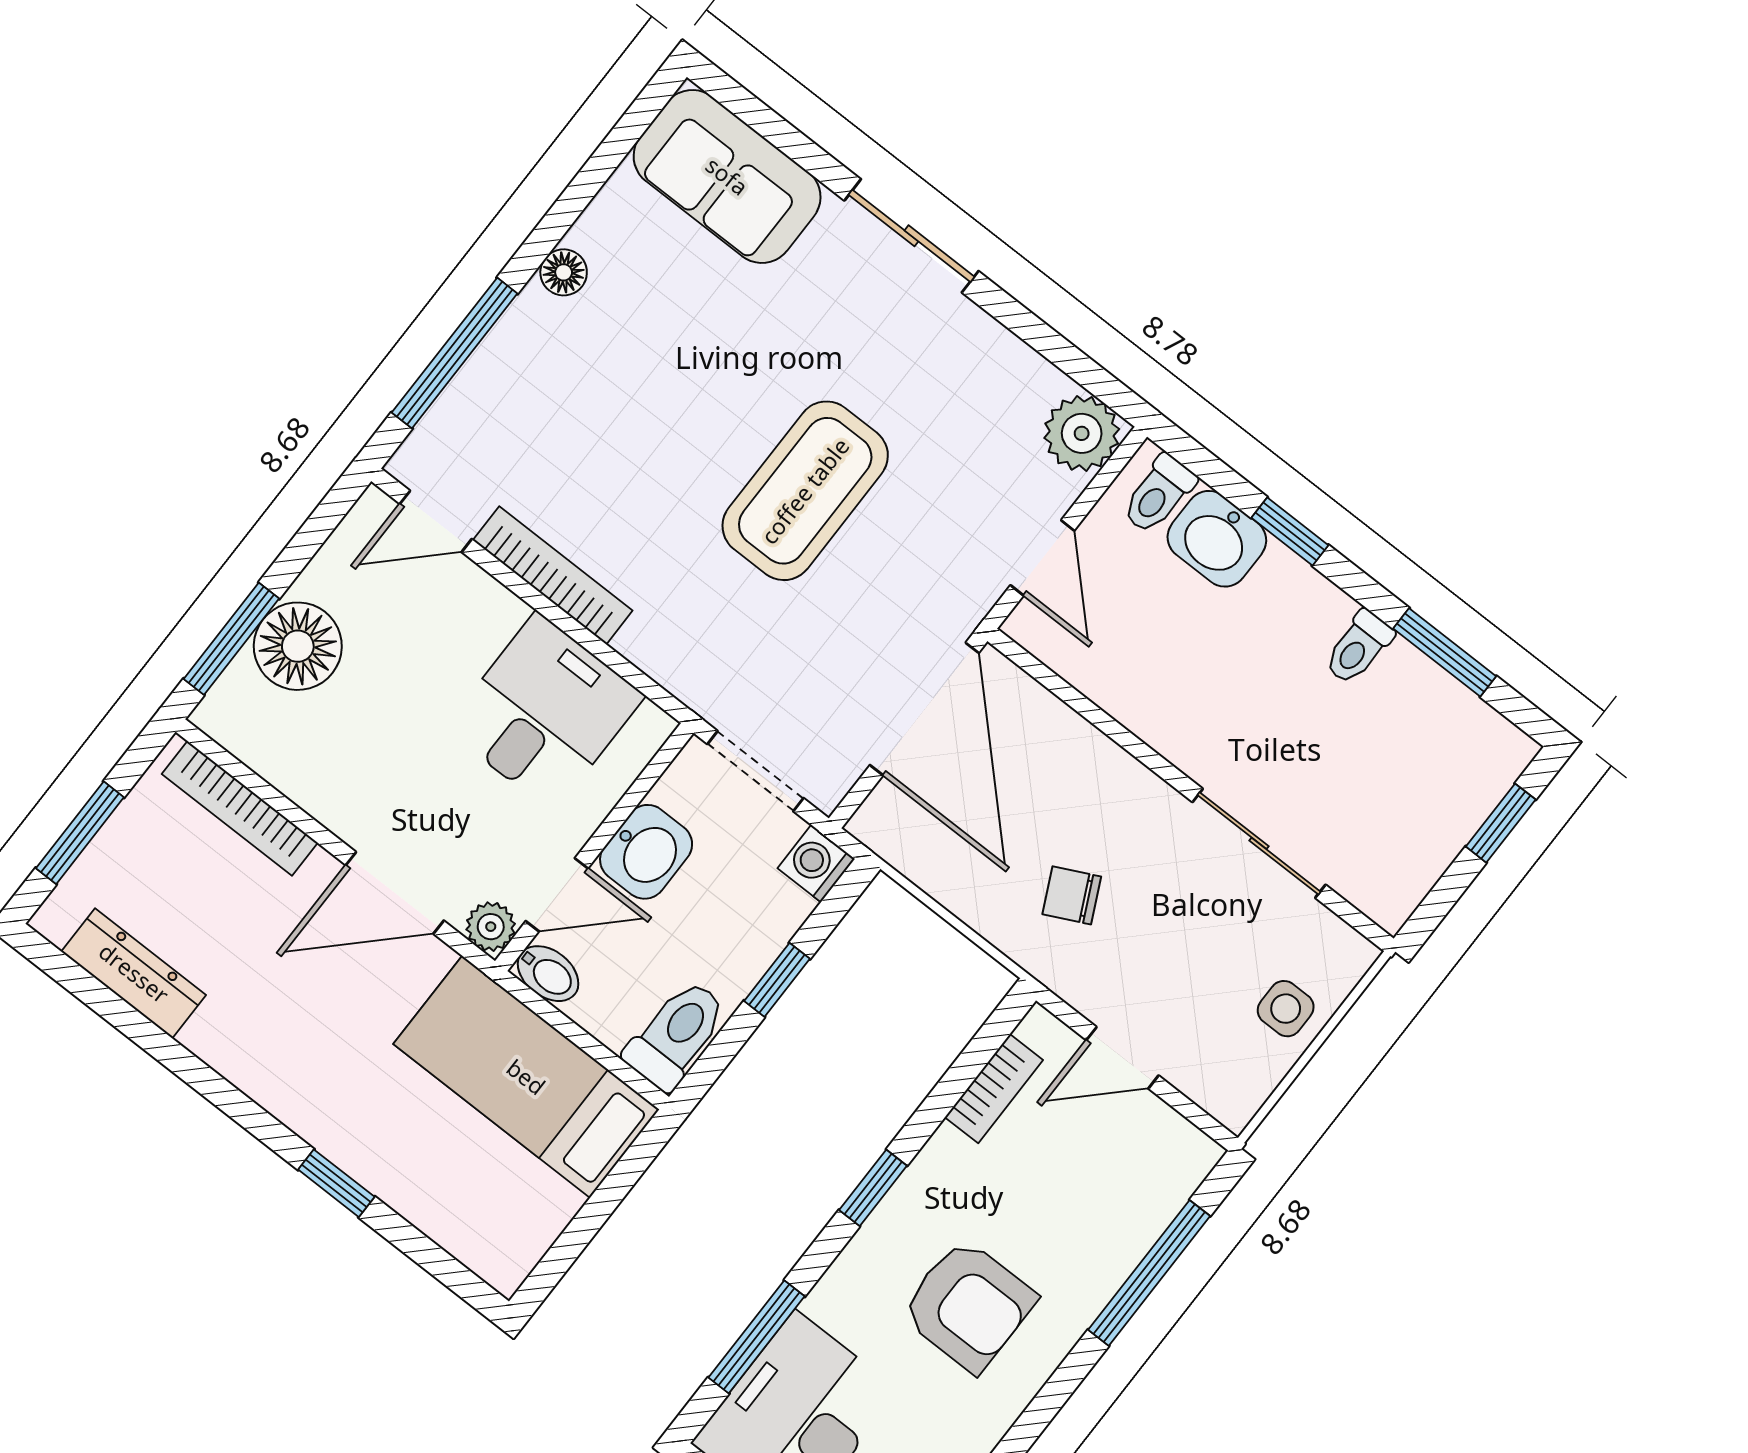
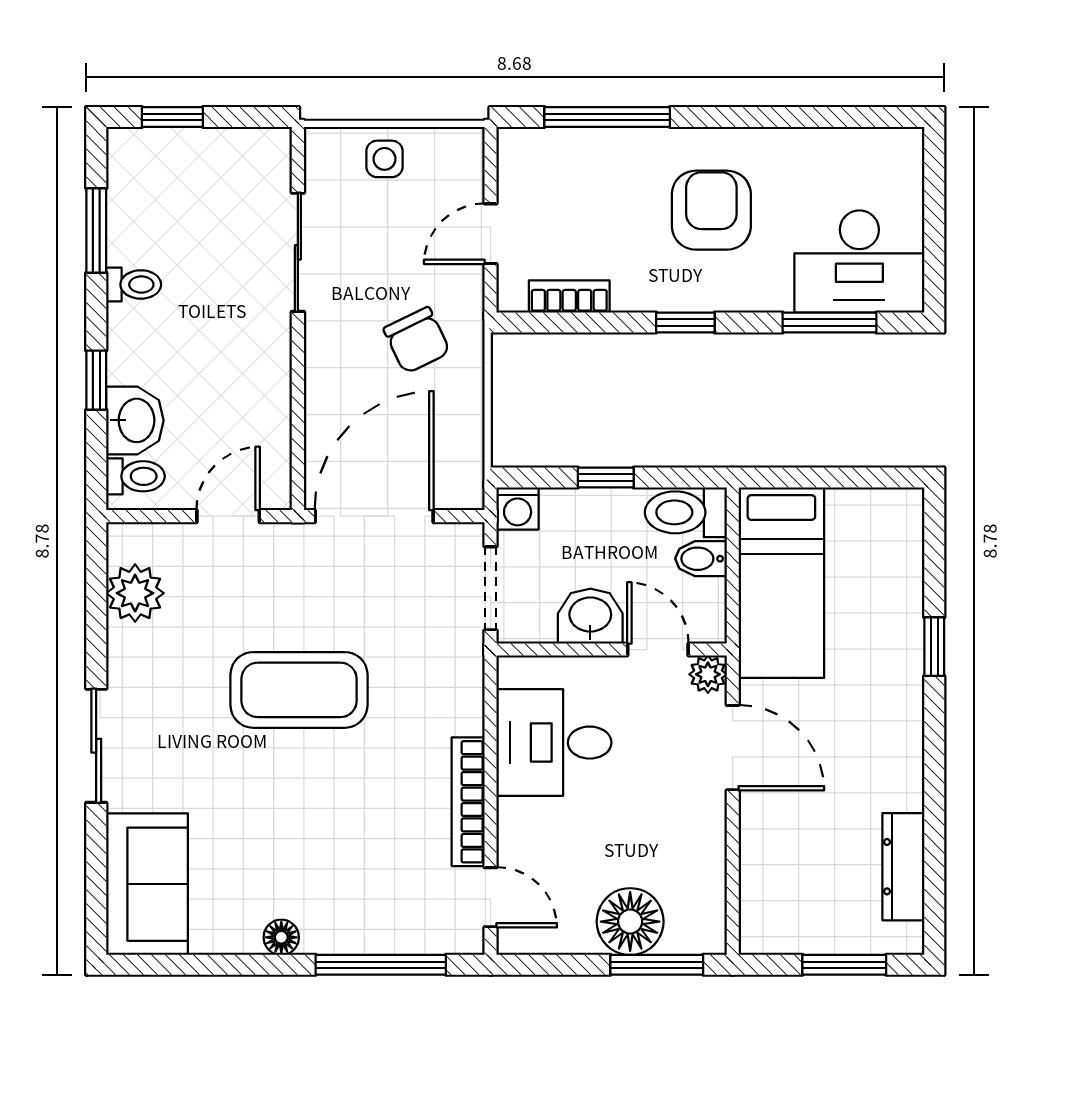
plant: (1082, 433) -> (135, 593), moved
bookcase: (240, 808) -> (755, 880), removed
chair: (1072, 895) -> (417, 340), width x1.37, depth x1.37
bidet: (548, 974) -> (701, 559), moved, turned -90
door: (1122, 1058) -> (491, 234), swing flipped

